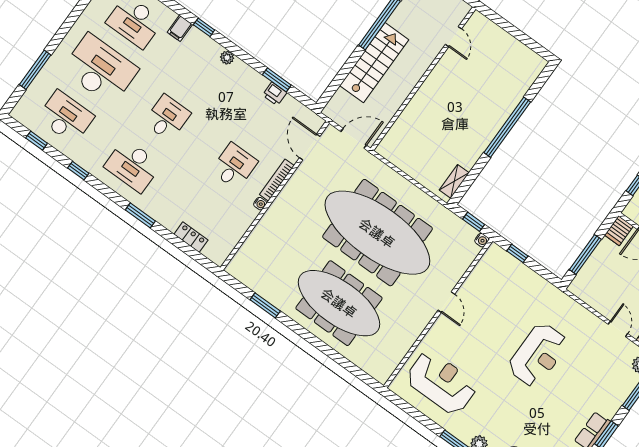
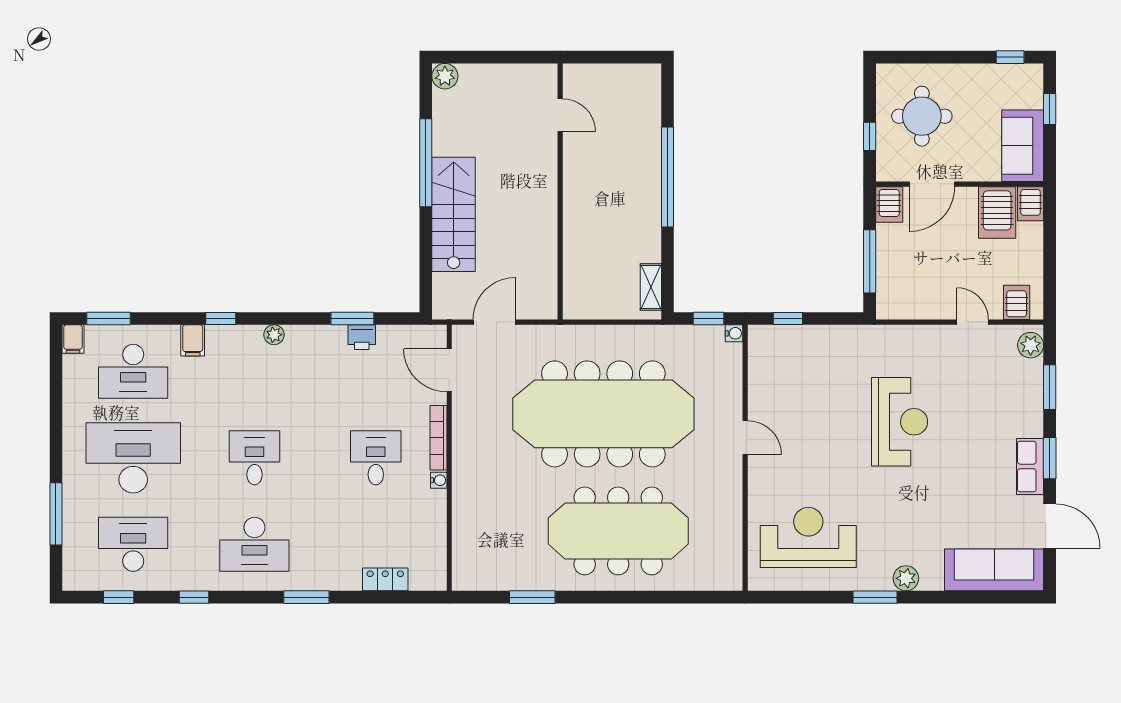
door: (454, 37) -> (560, 115), moved
wall: (423, 79) -> (560, 192), moved

